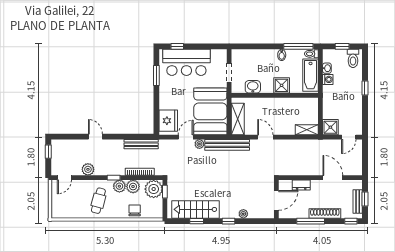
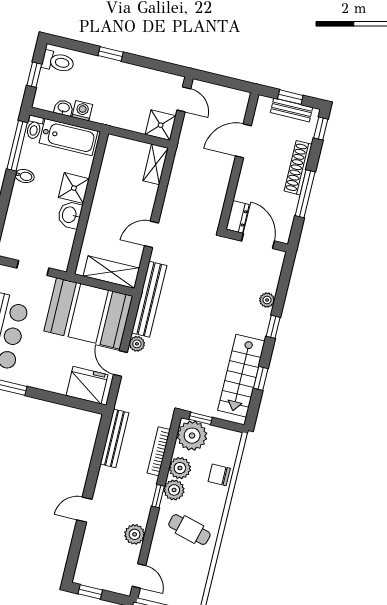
washbasin: (253, 87) -> (70, 215), moved
dresser: (301, 185) -> (238, 217), moved

